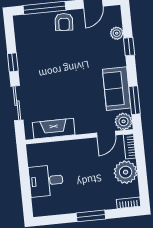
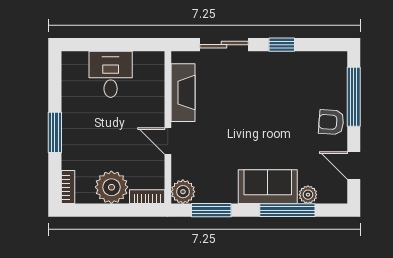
window: (129, 47) -> (287, 210), width x2.17
sofa: (117, 89) -> (268, 187), moved
door: (106, 134) -> (168, 141), moved

